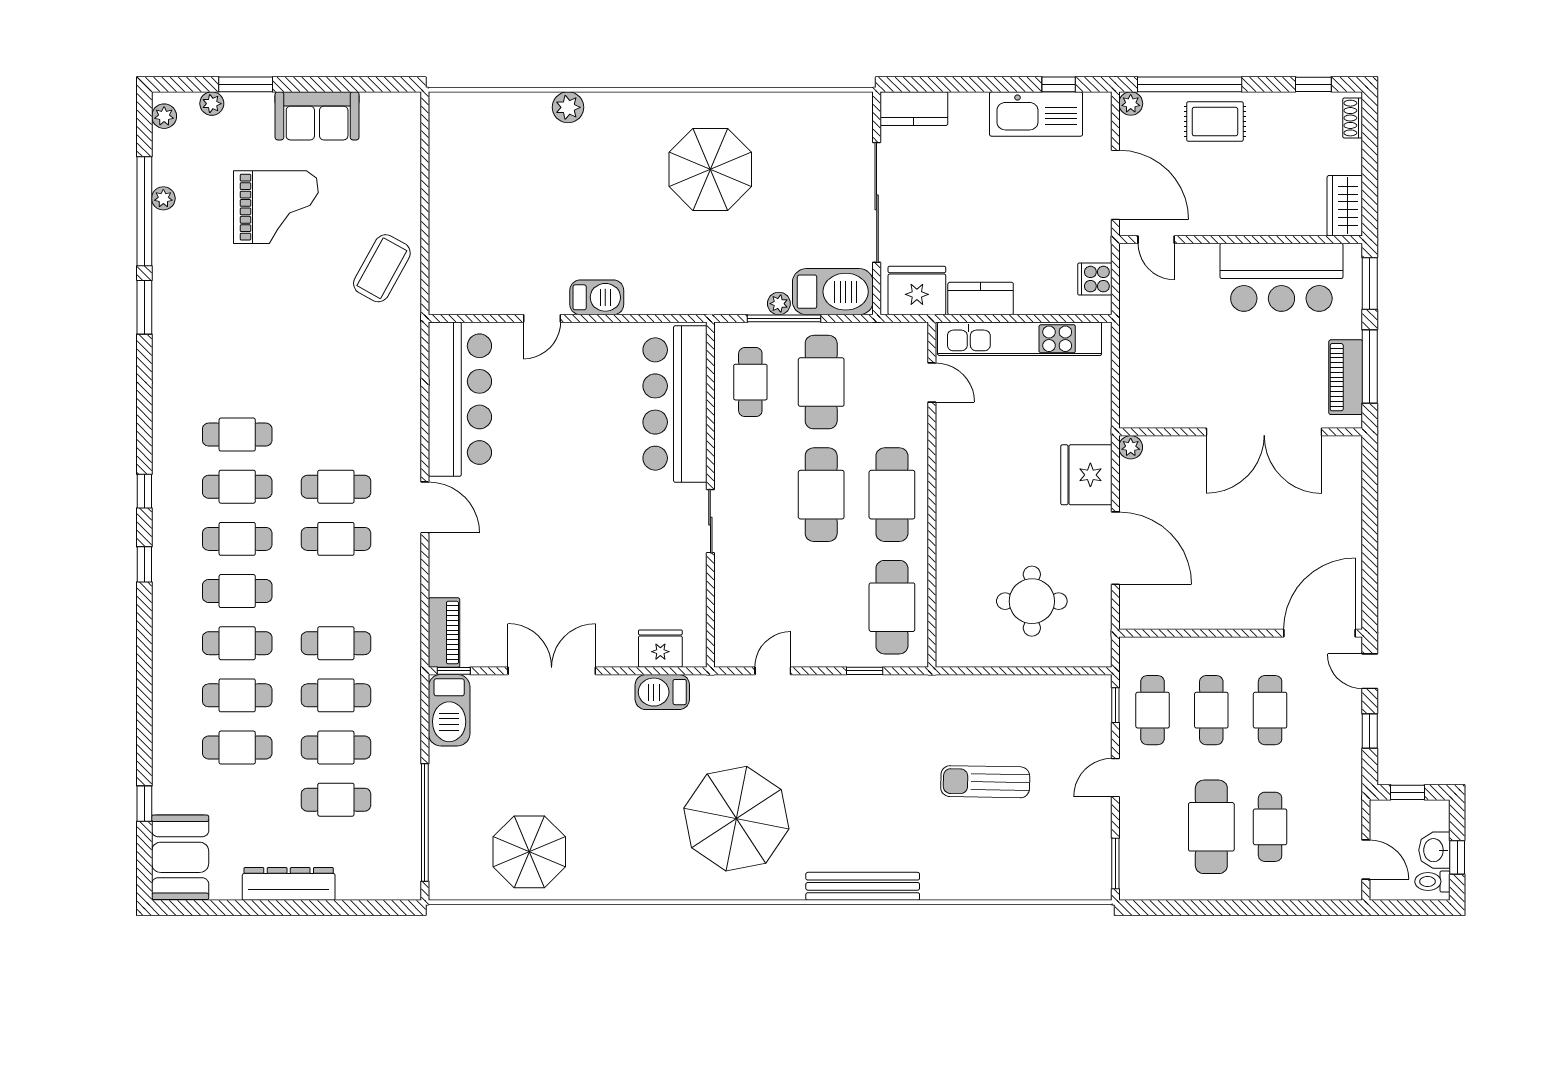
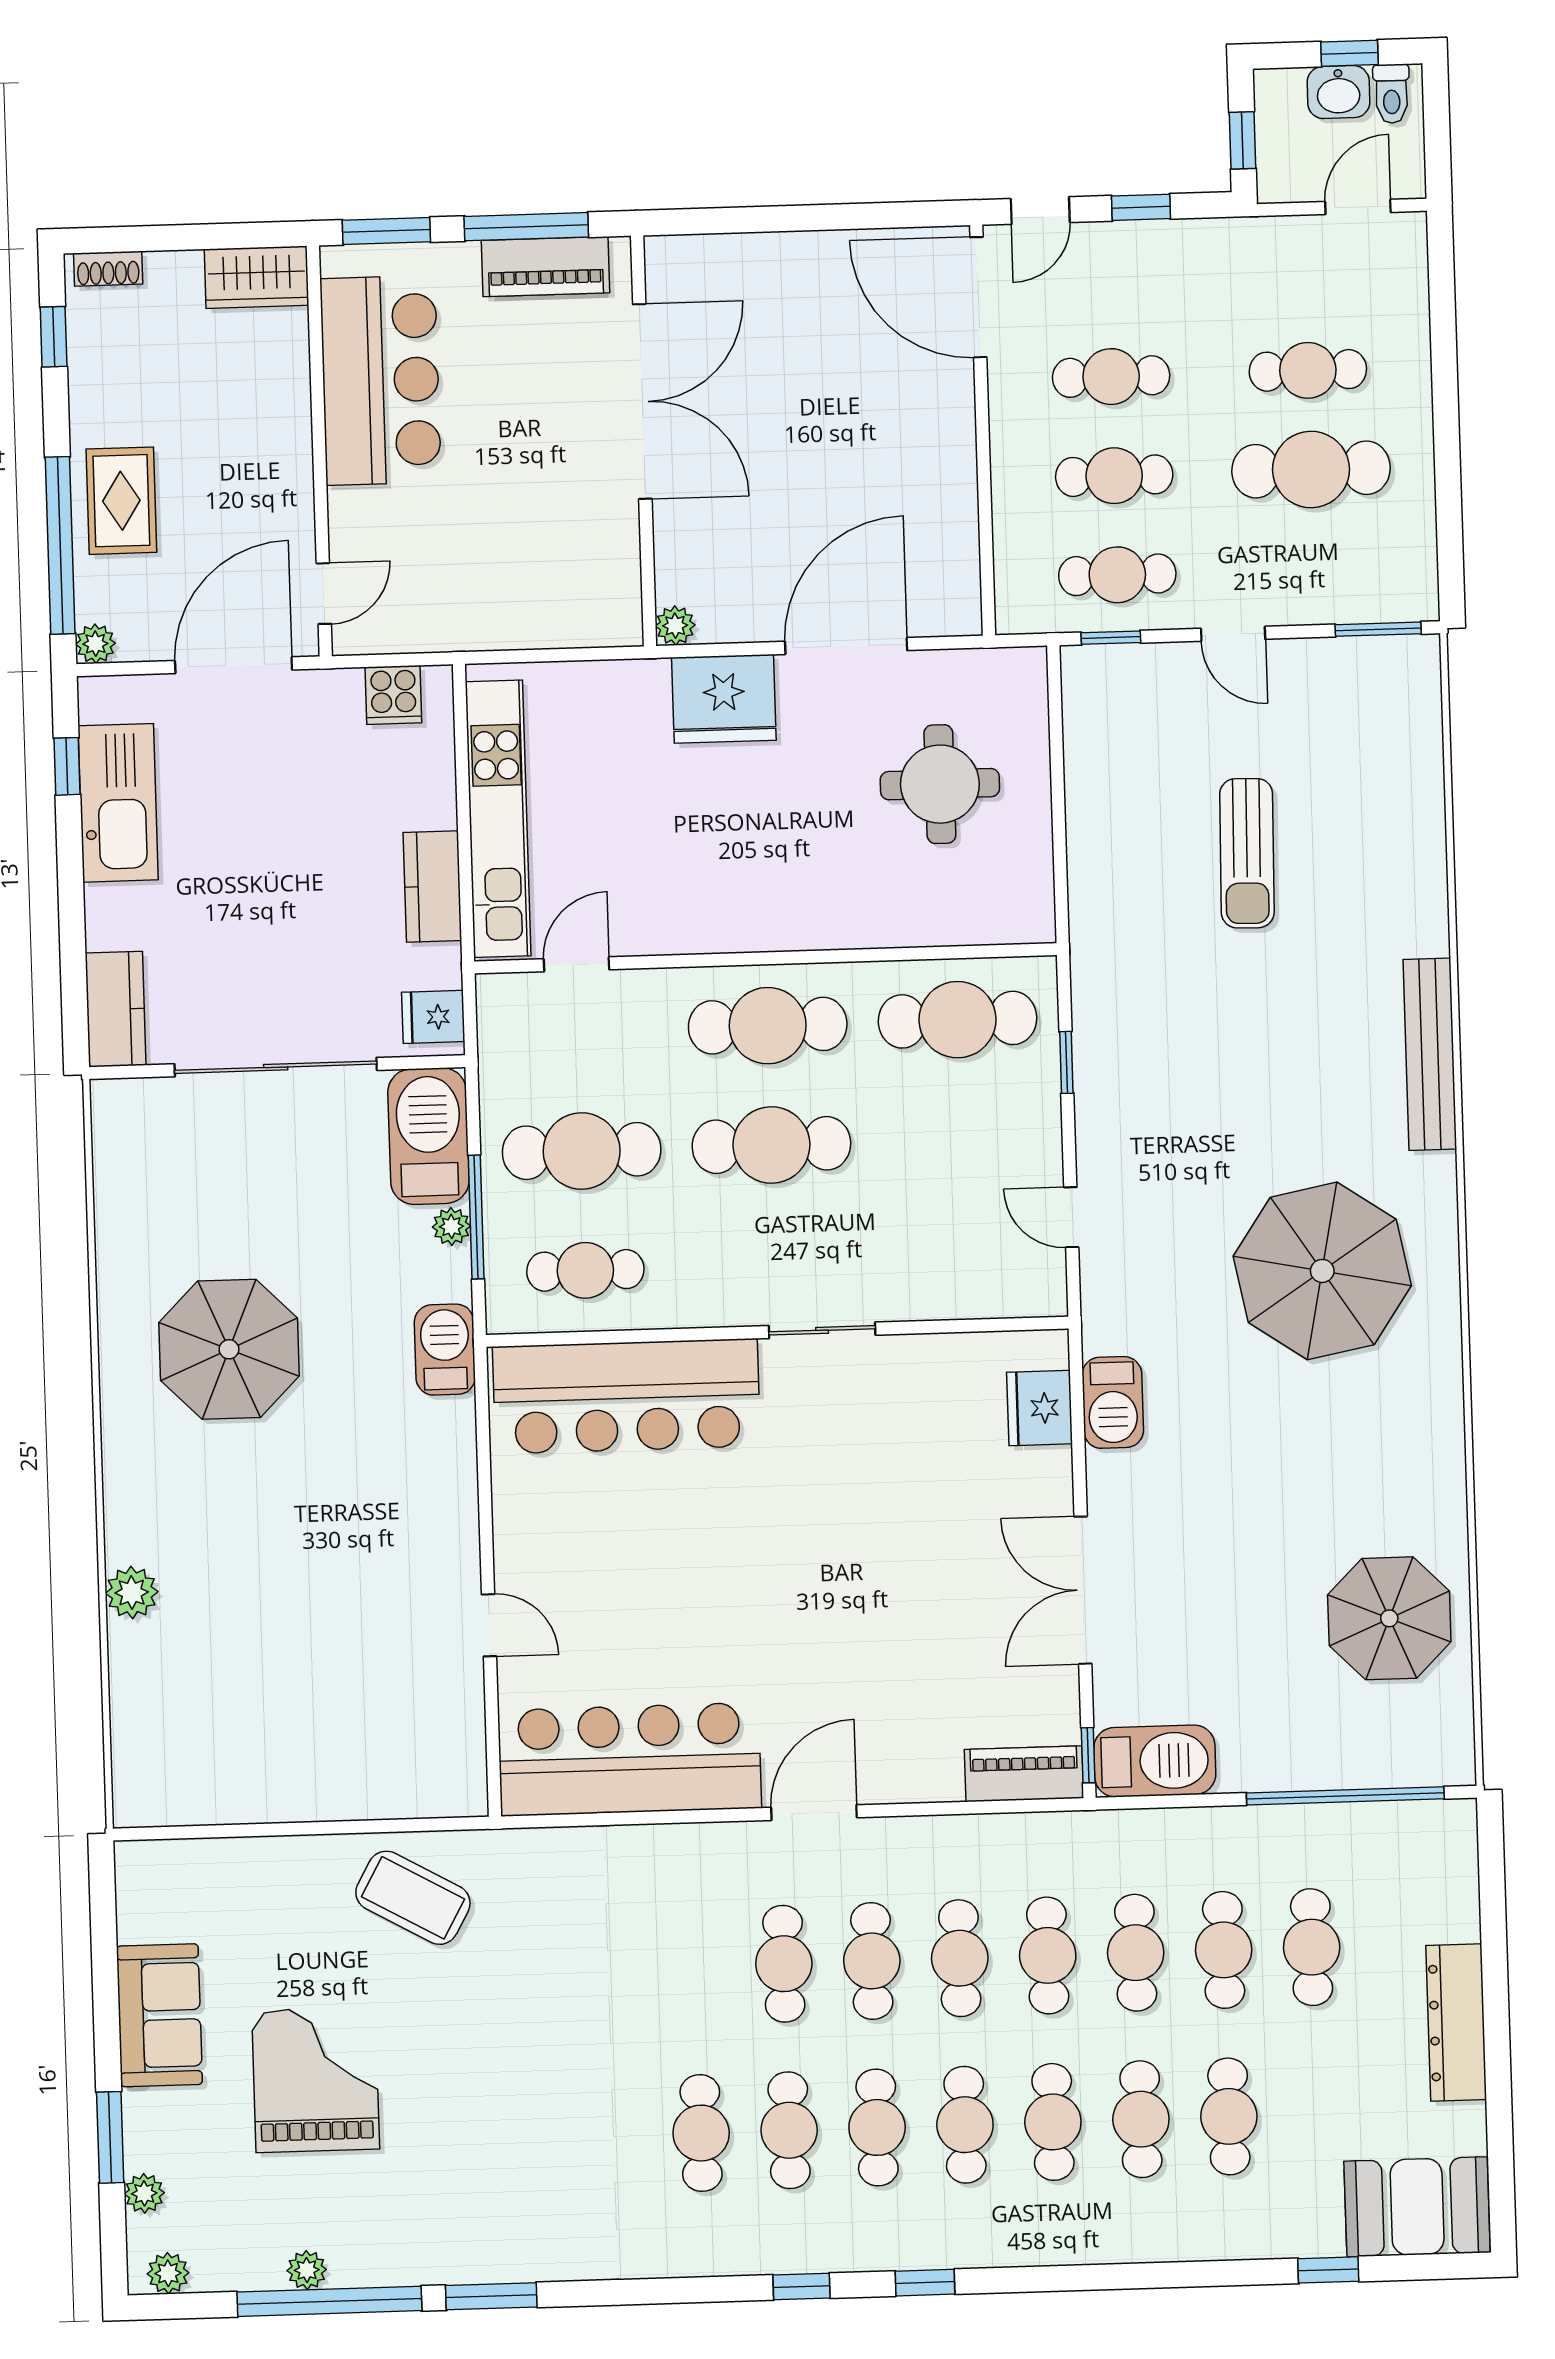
fridge: (917, 290) -> (433, 1017), width x0.53, depth x0.75
barbecue: (597, 297) -> (445, 1350), moved
cafe table: (336, 591) -> (960, 1958), added

